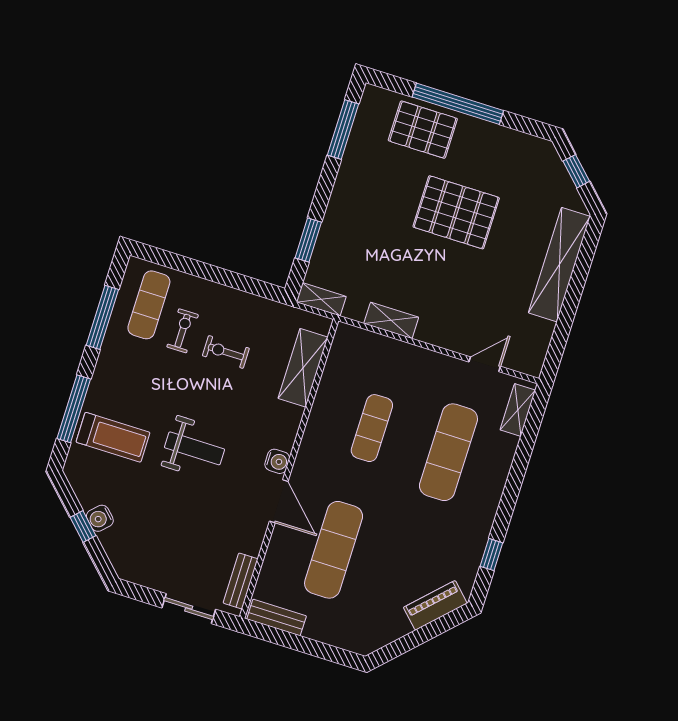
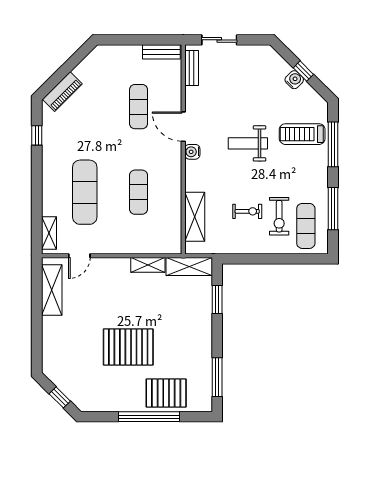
shelving: (559, 265) -> (52, 290), moved, width x0.68
shelving: (321, 299) -> (189, 267), width x1.50, depth x1.33
exercise bike: (183, 331) -> (279, 216), width x1.38, depth x1.39
exercise mat: (334, 550) -> (139, 107), width x0.73, depth x0.69

